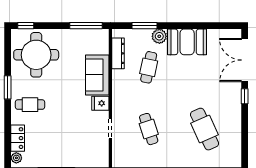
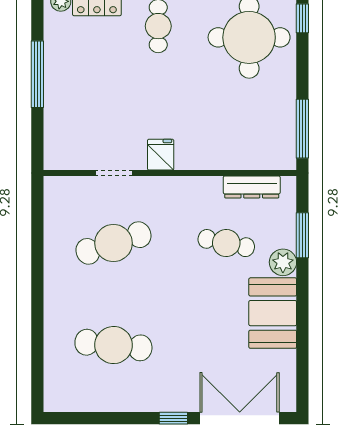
sofa: (97, 75) -> (212, 149), removed
cafe table: (149, 129) -> (113, 243), width x1.37, depth x1.35
cafe table: (205, 129) -> (113, 345), turned 30

